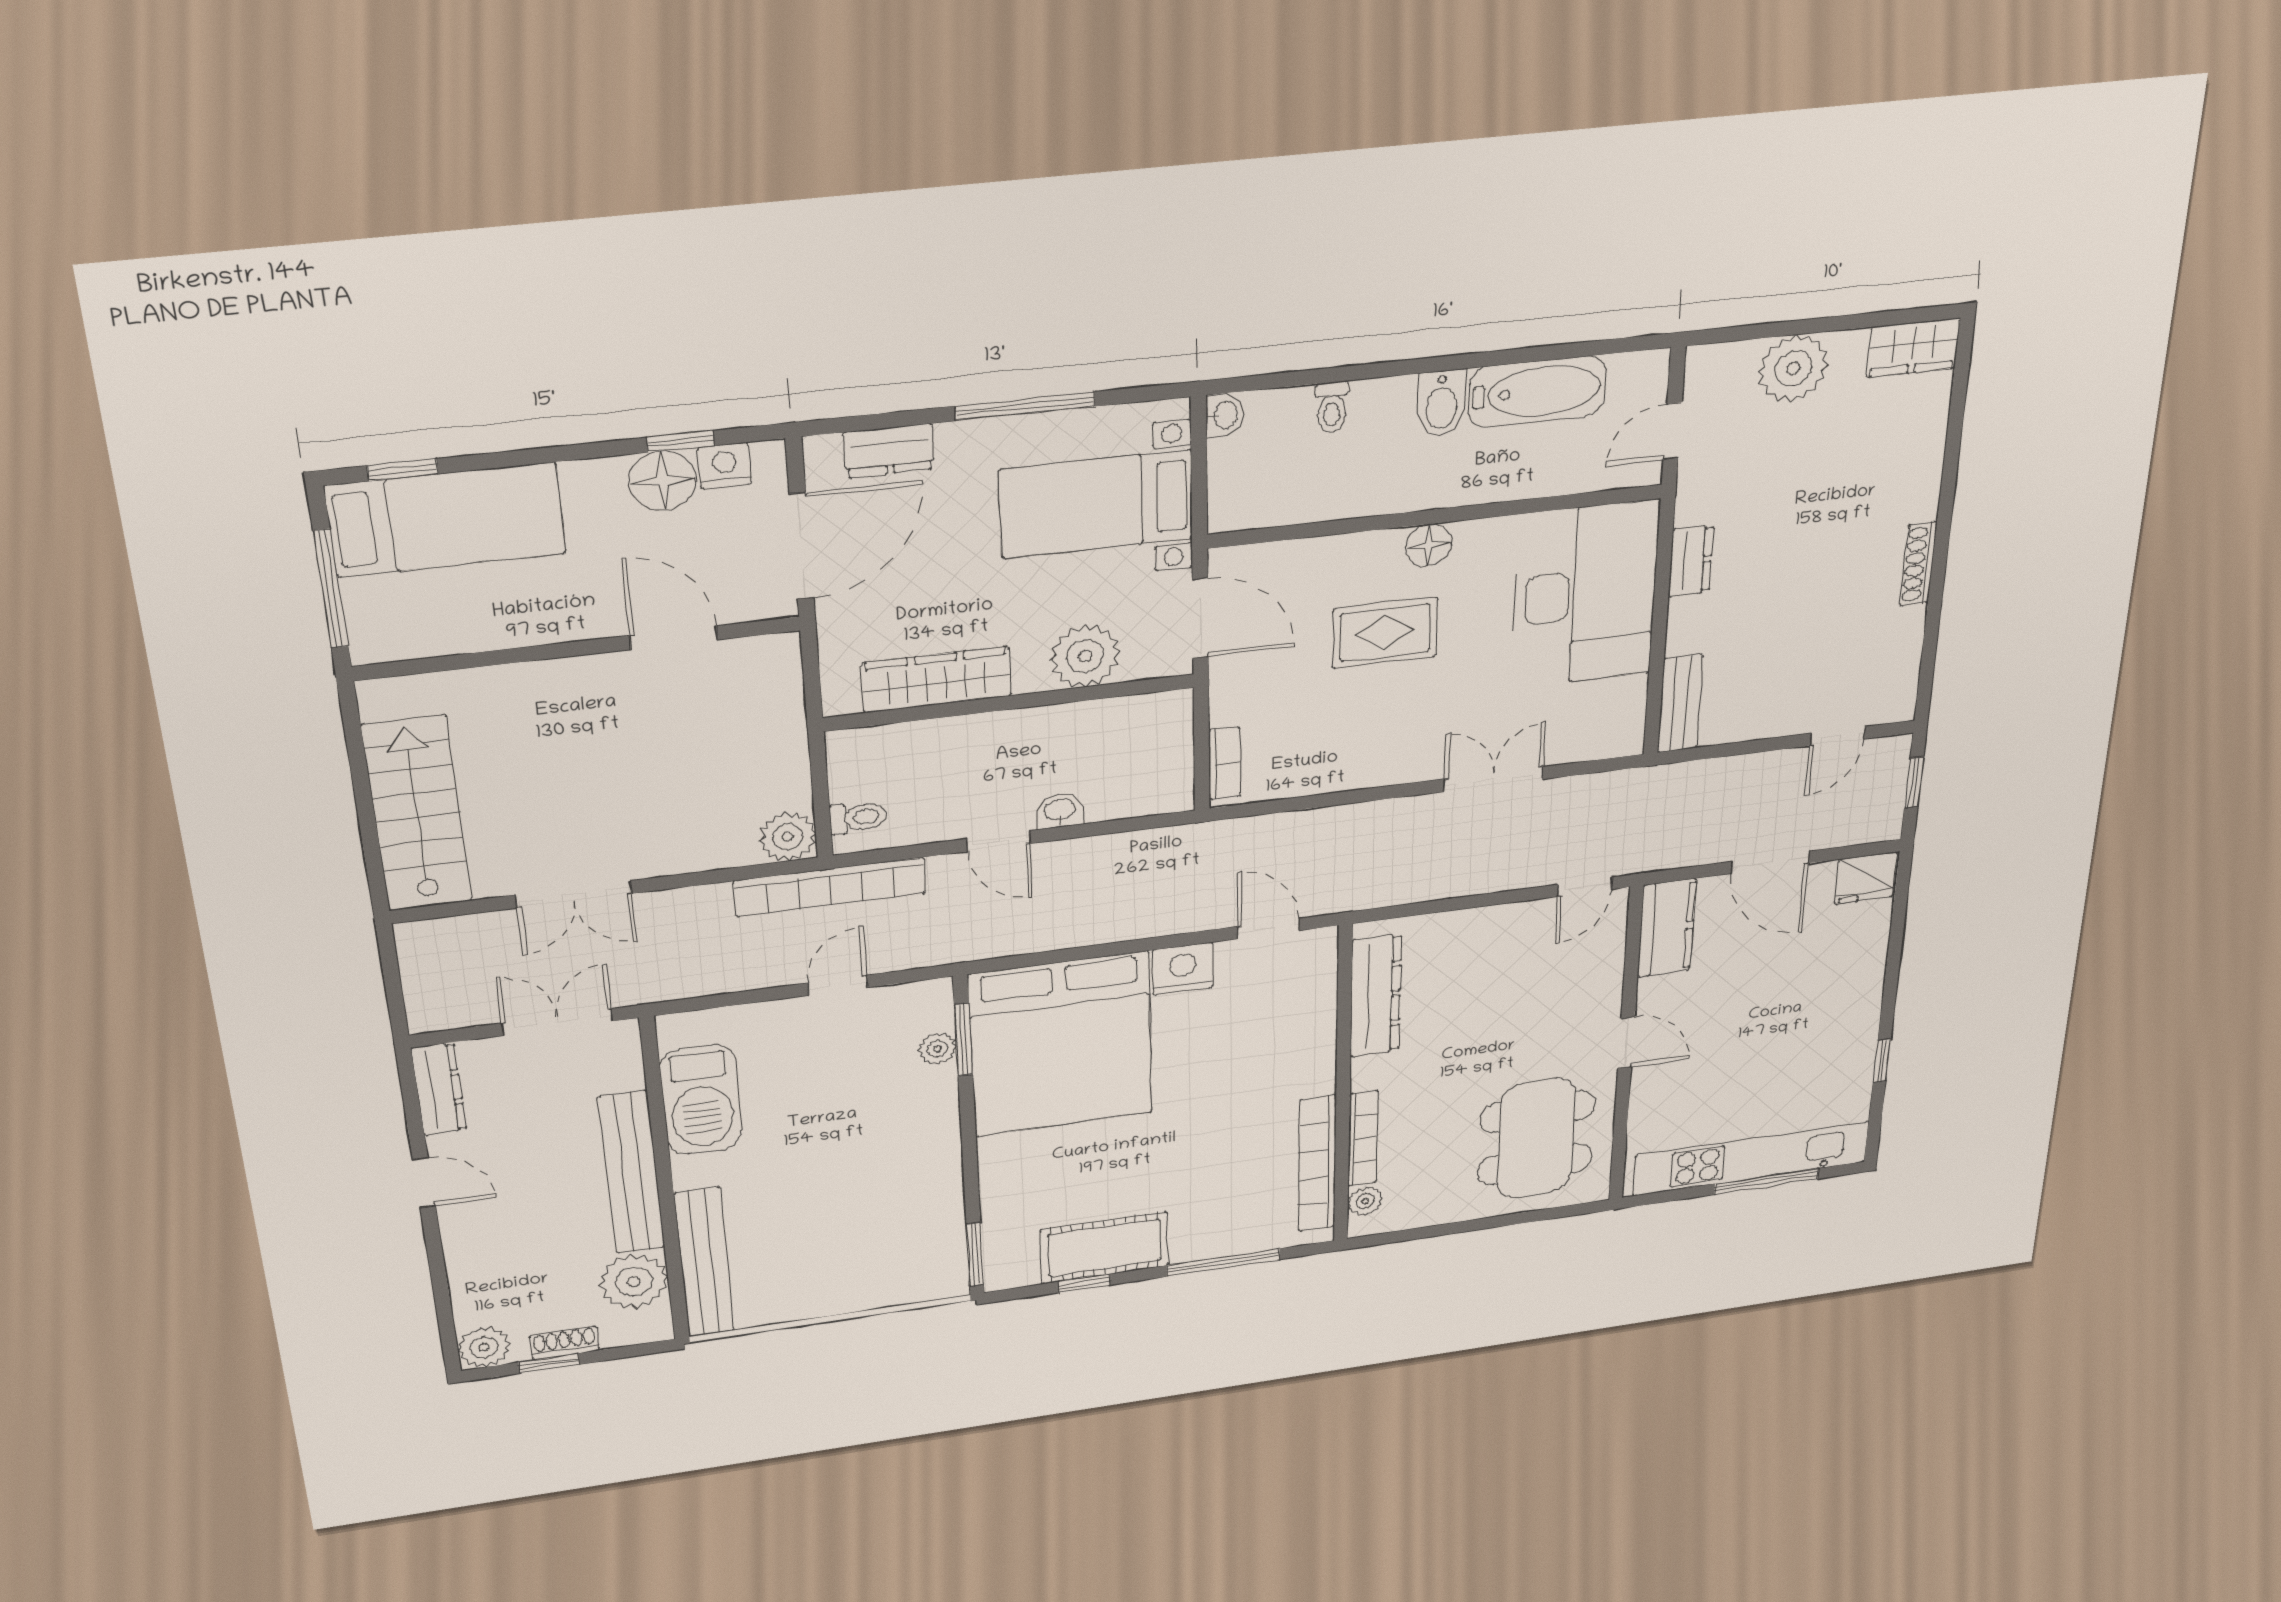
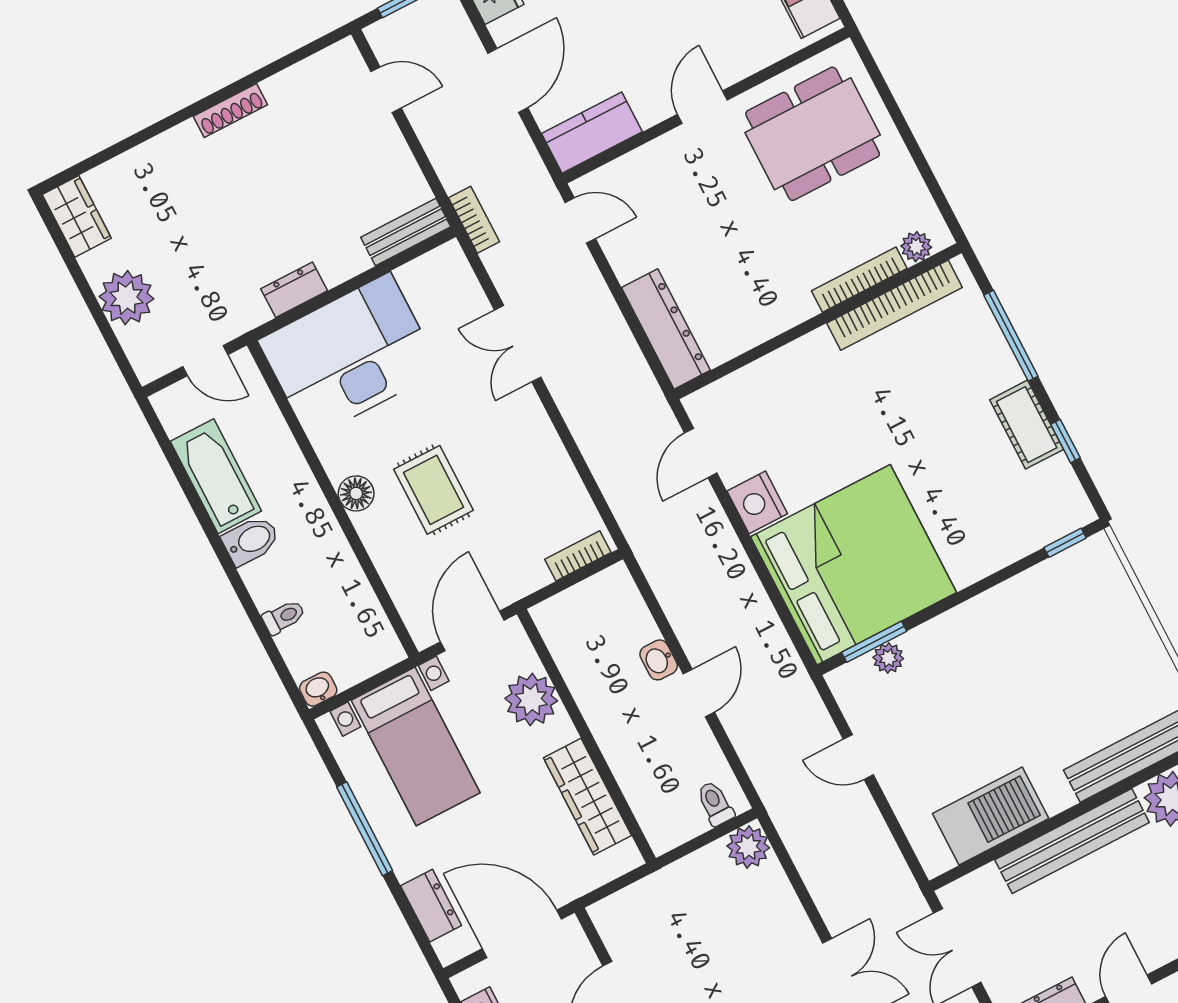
bookcase: (830, 887) -> (474, 220), moved, width x0.43, depth x0.76
dresser: (1376, 996) -> (666, 329), moved, turned 90
cot: (1105, 1248) -> (1027, 425), width x0.73, depth x0.75
window: (975, 1254) -> (1065, 543), width x0.67

